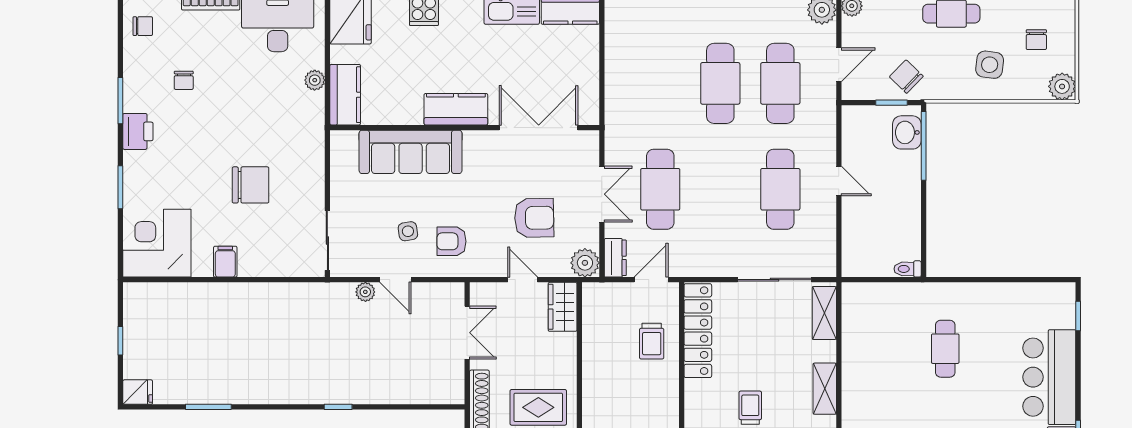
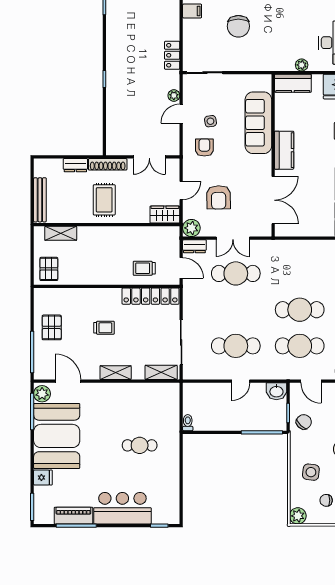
washbasin: (907, 132) -> (276, 391), moved, turned 180
locker: (299, 295) -> (172, 55), added

